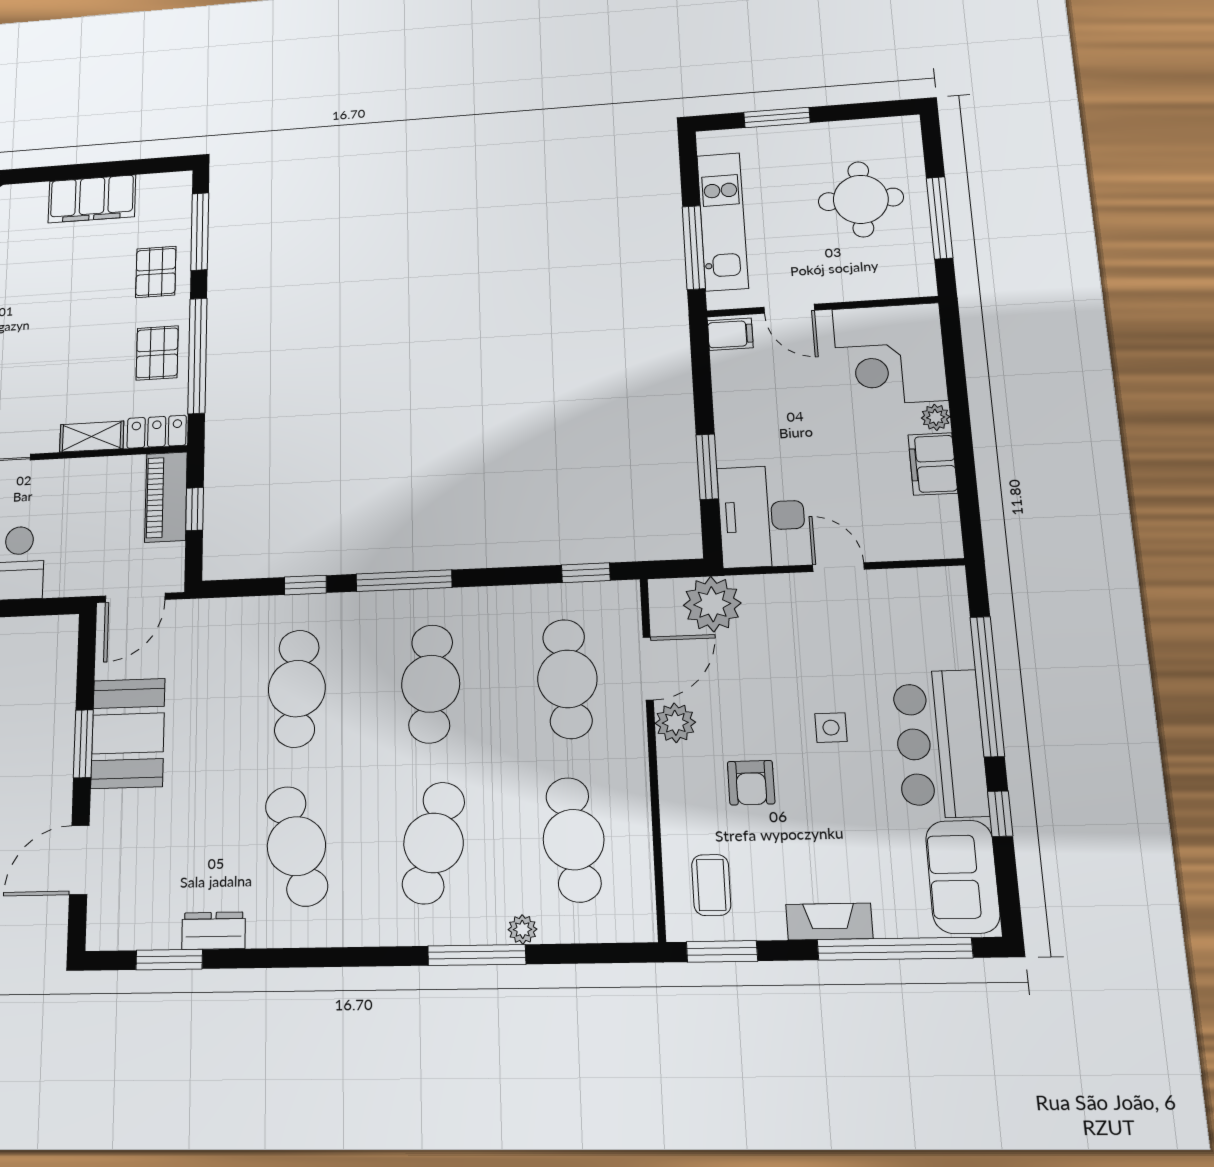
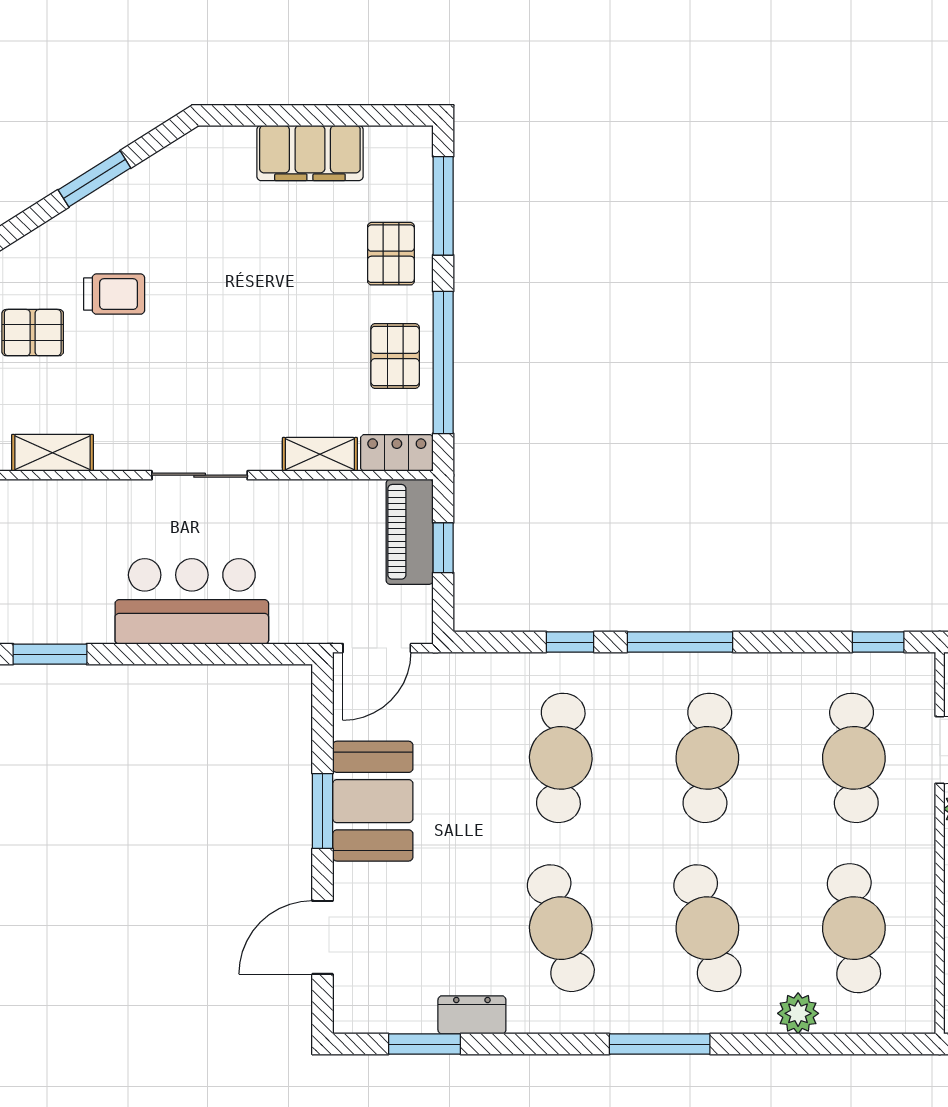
cafe table: (433, 843) -> (707, 928), turned -30
plant: (522, 929) -> (798, 1013), width x1.38, depth x1.38
window: (477, 955) -> (660, 1044), moved

